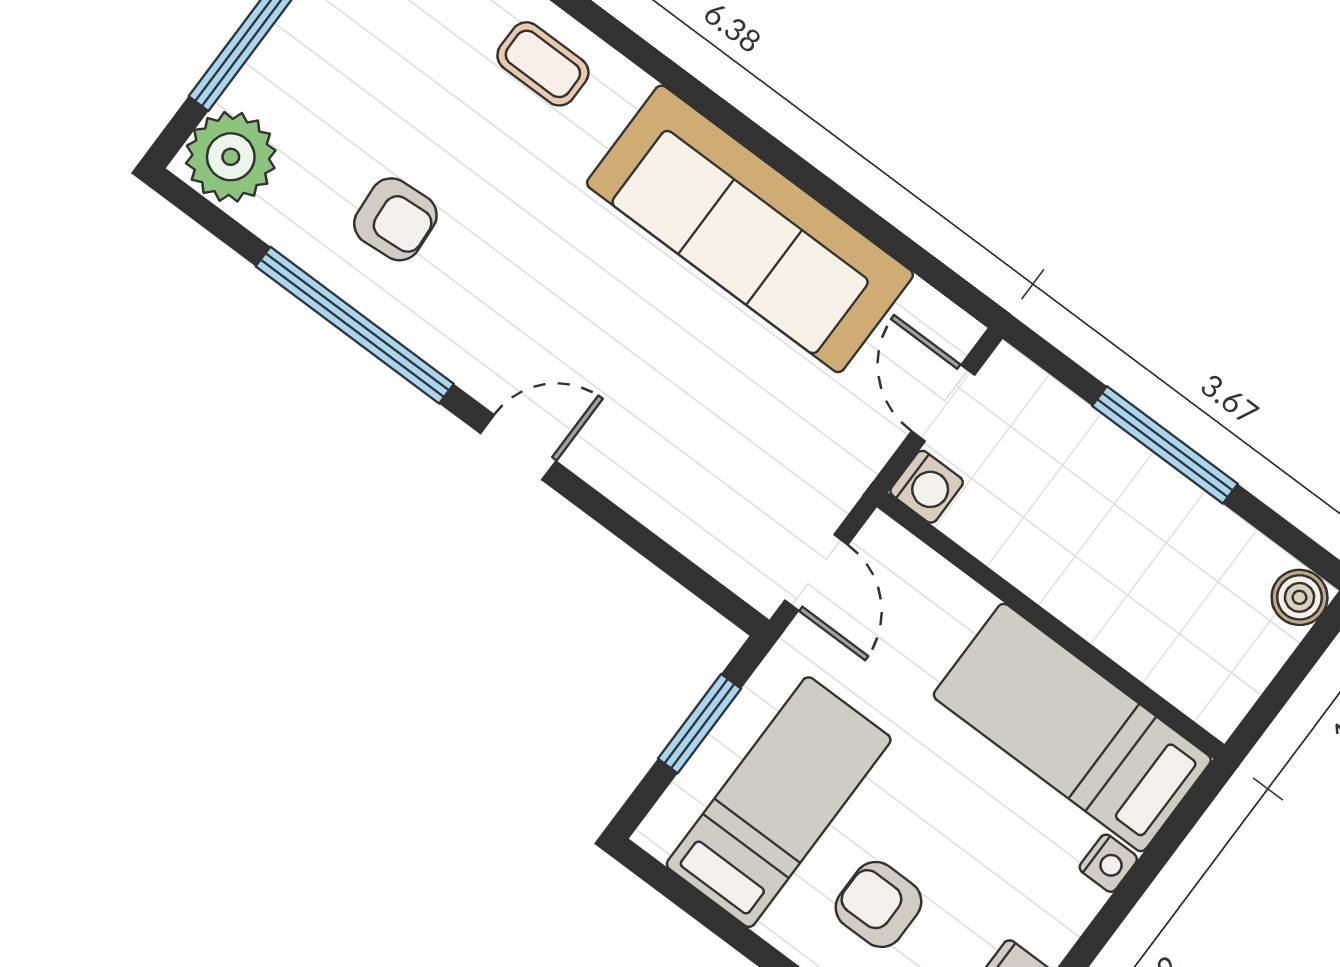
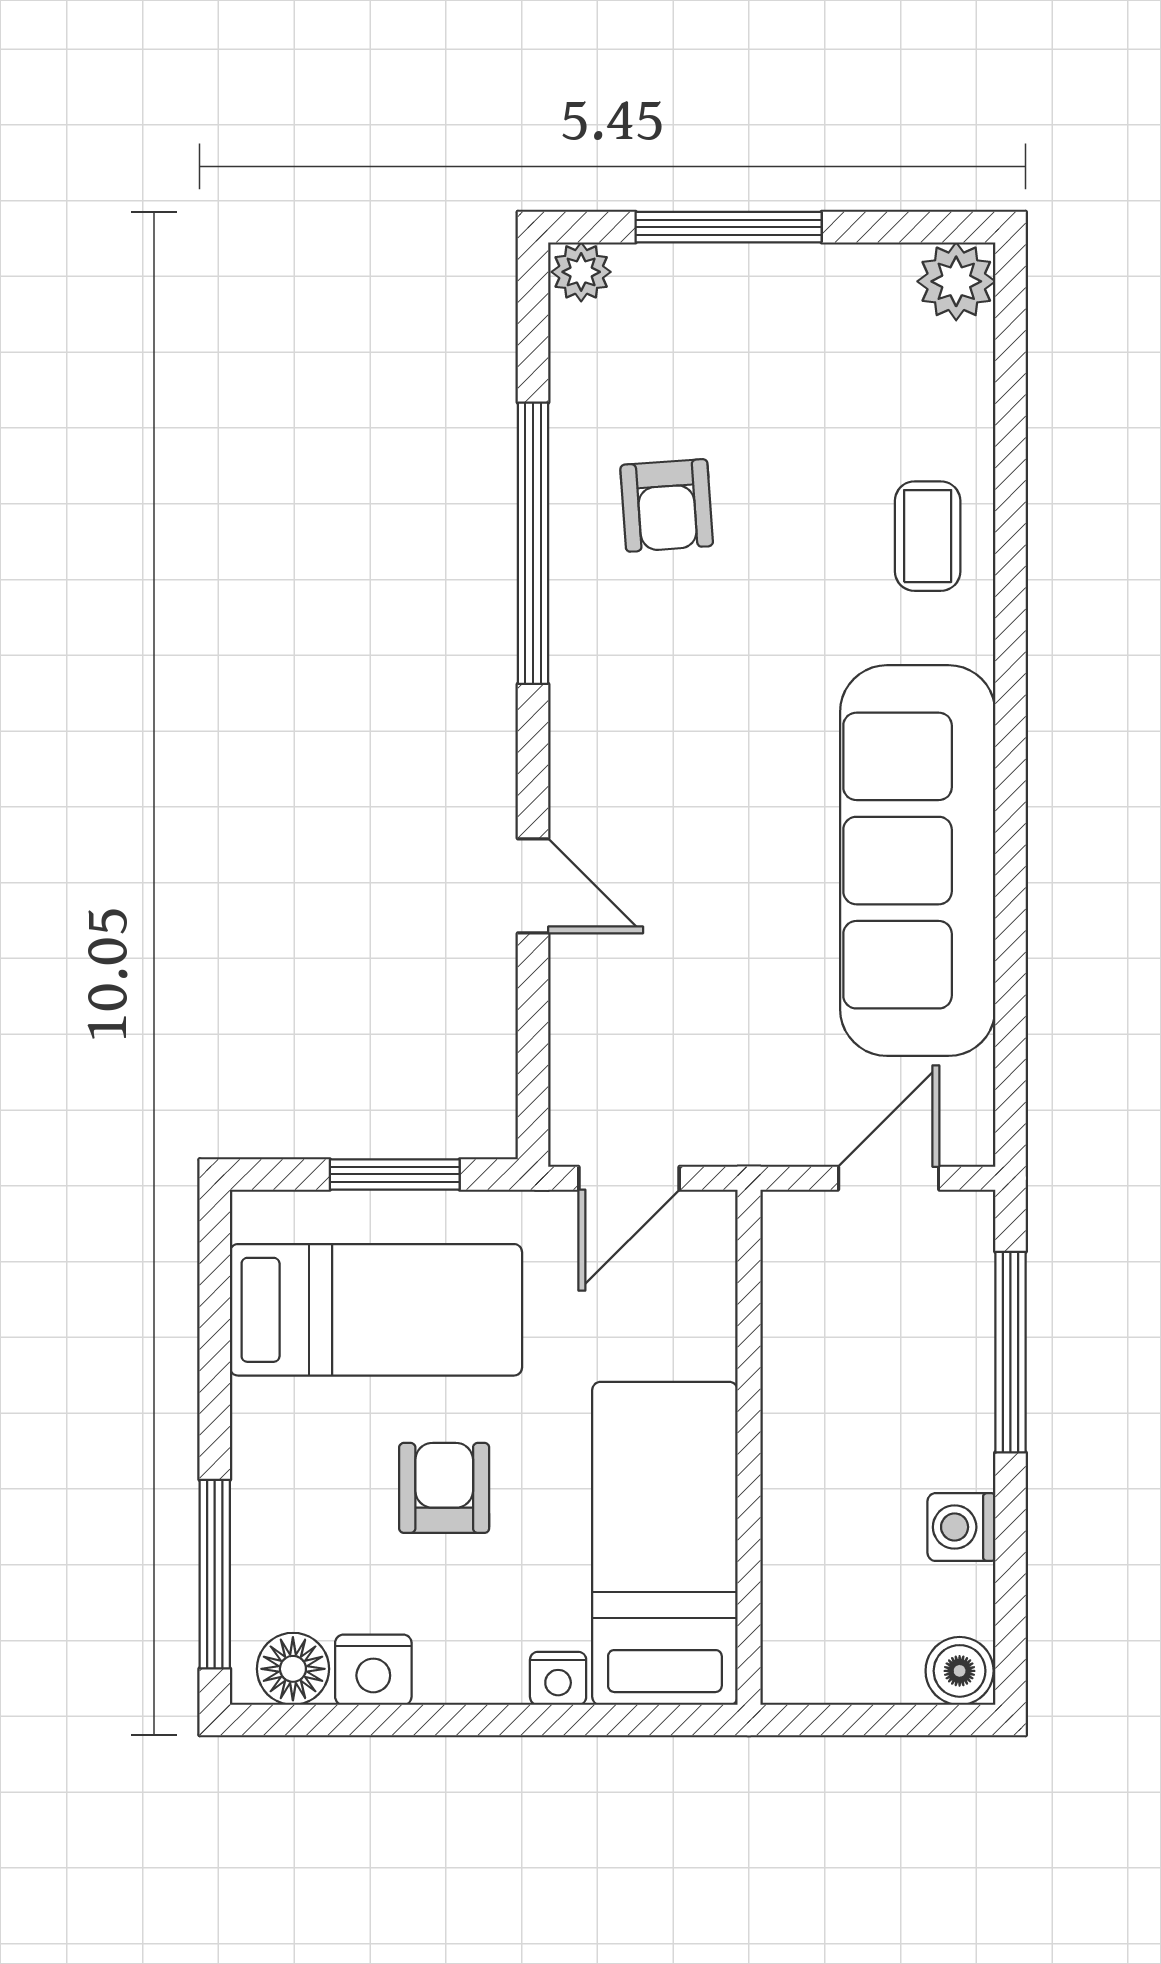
plant: (231, 157) -> (581, 272), width x0.53, depth x0.53
window: (1165, 445) -> (1010, 1352), moved
door: (518, 447) -> (533, 886), moved
washing machine: (927, 487) -> (961, 1527), moved, turned 90
armchair: (879, 904) -> (444, 1488), moved

